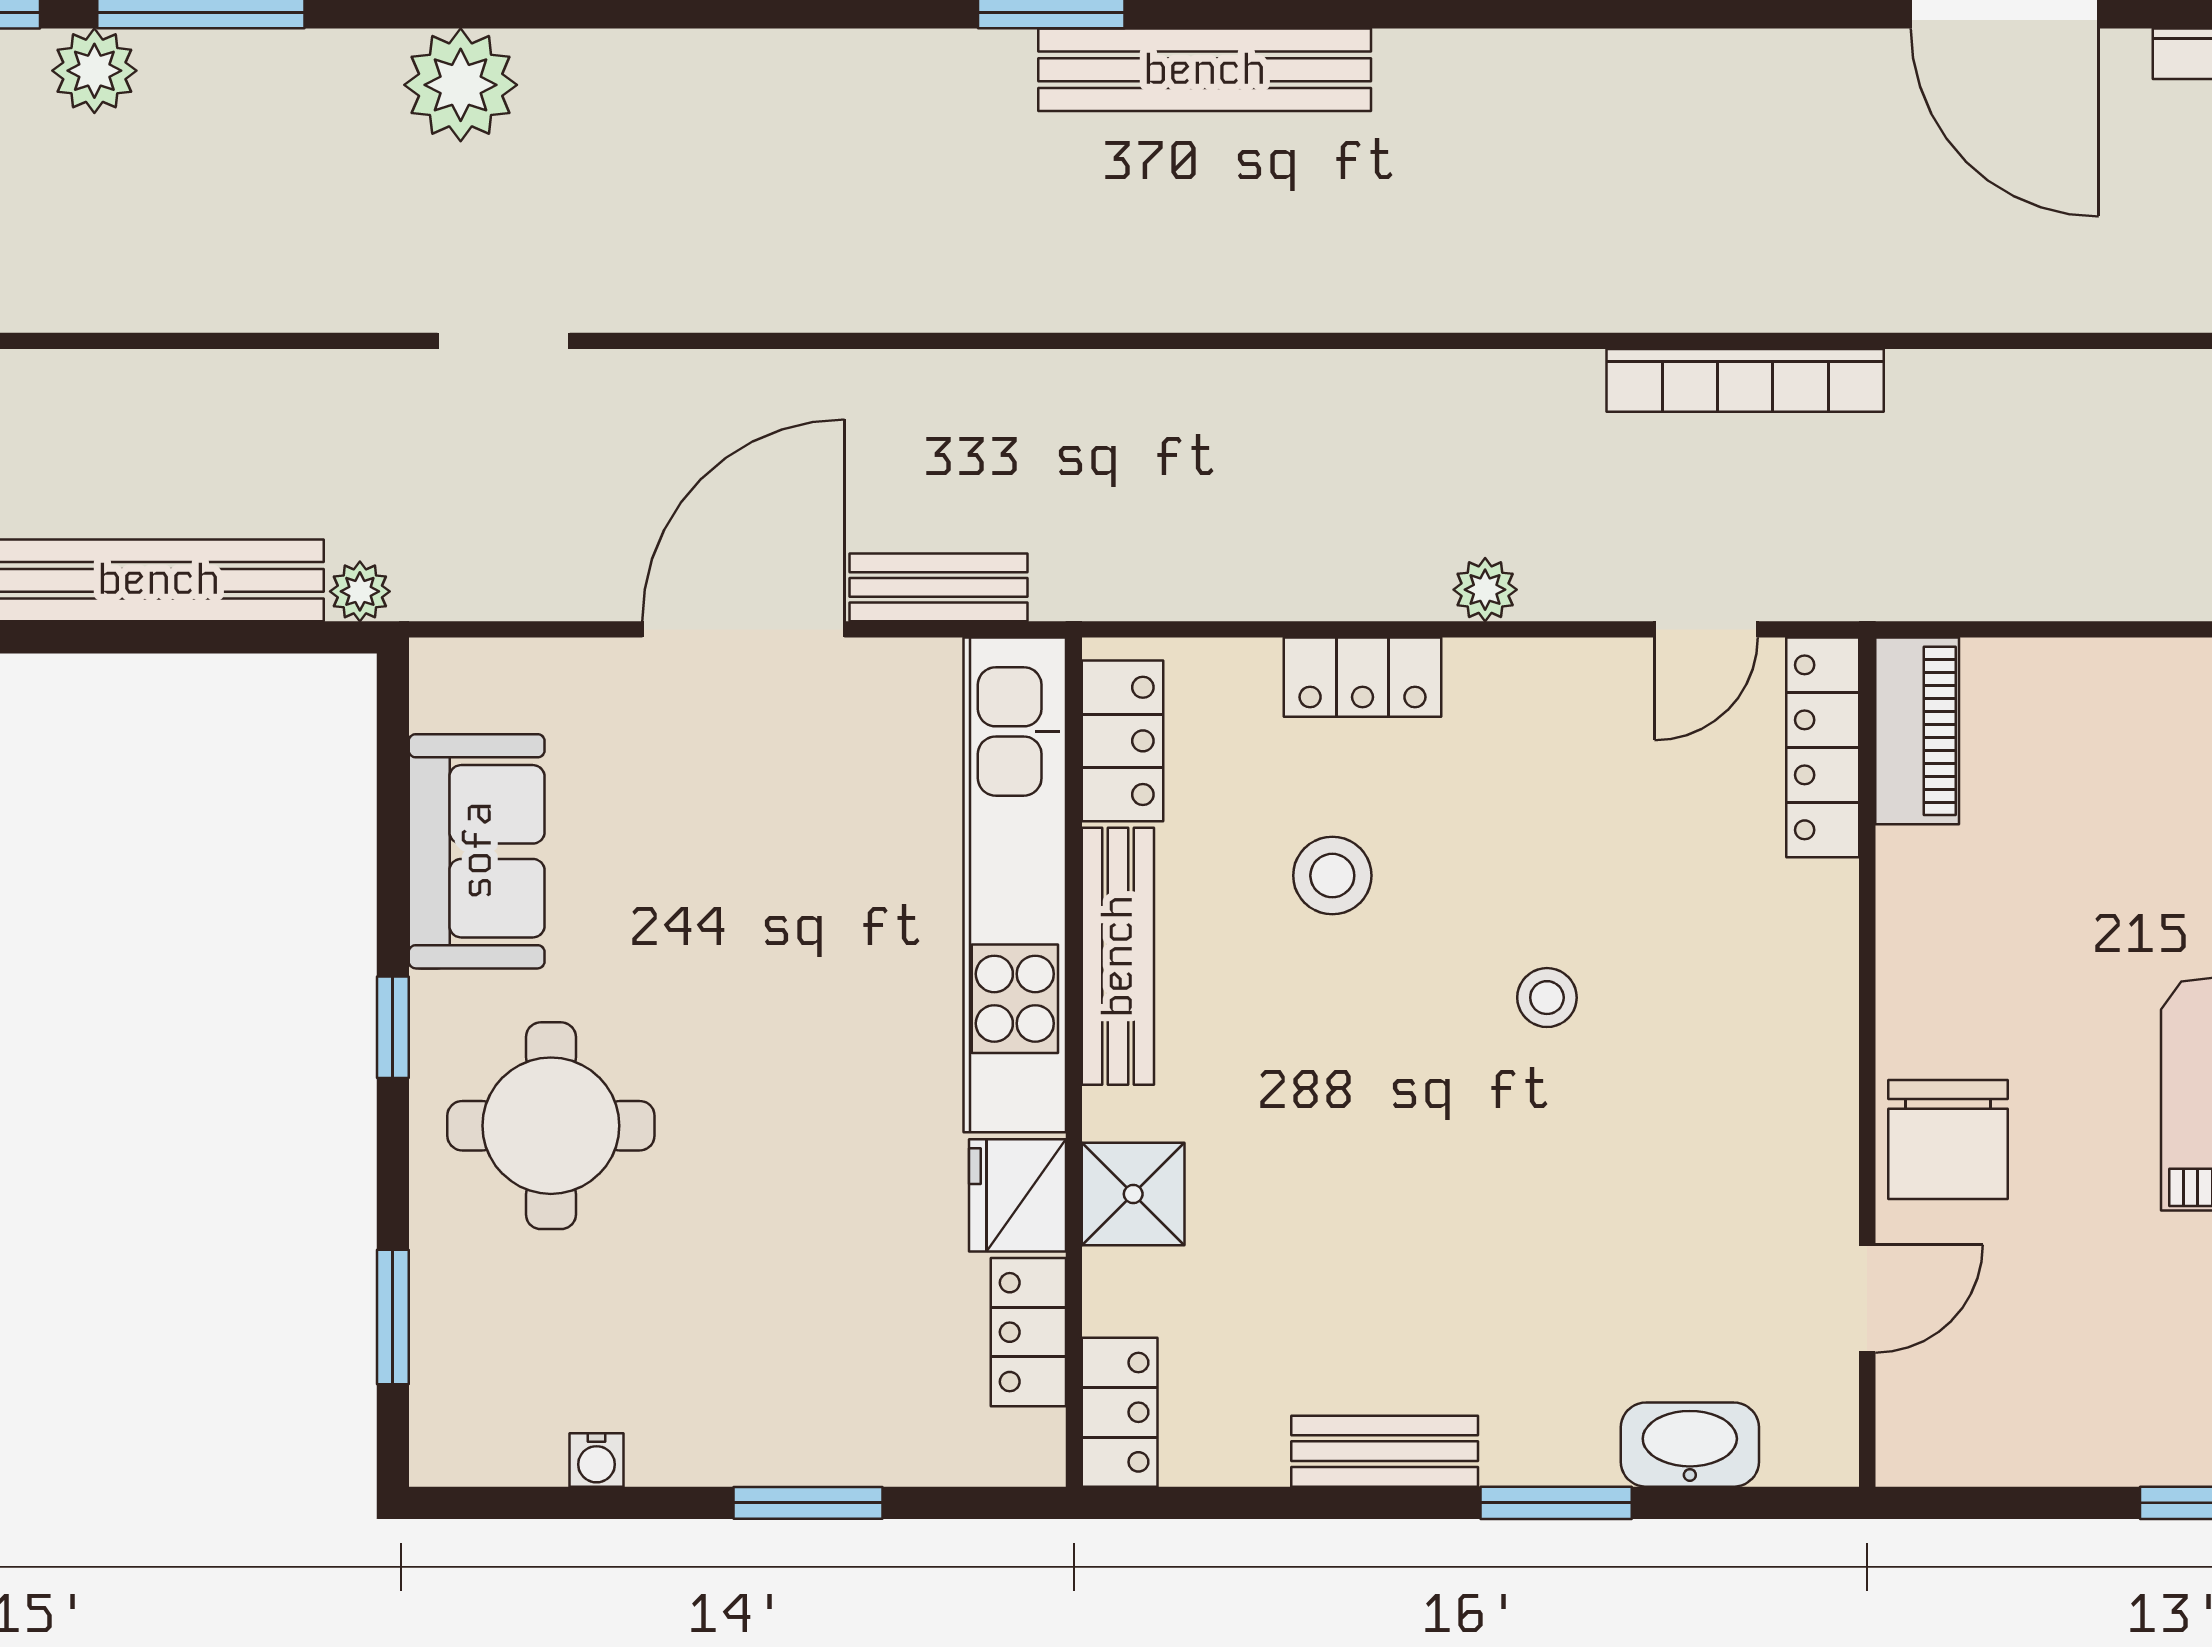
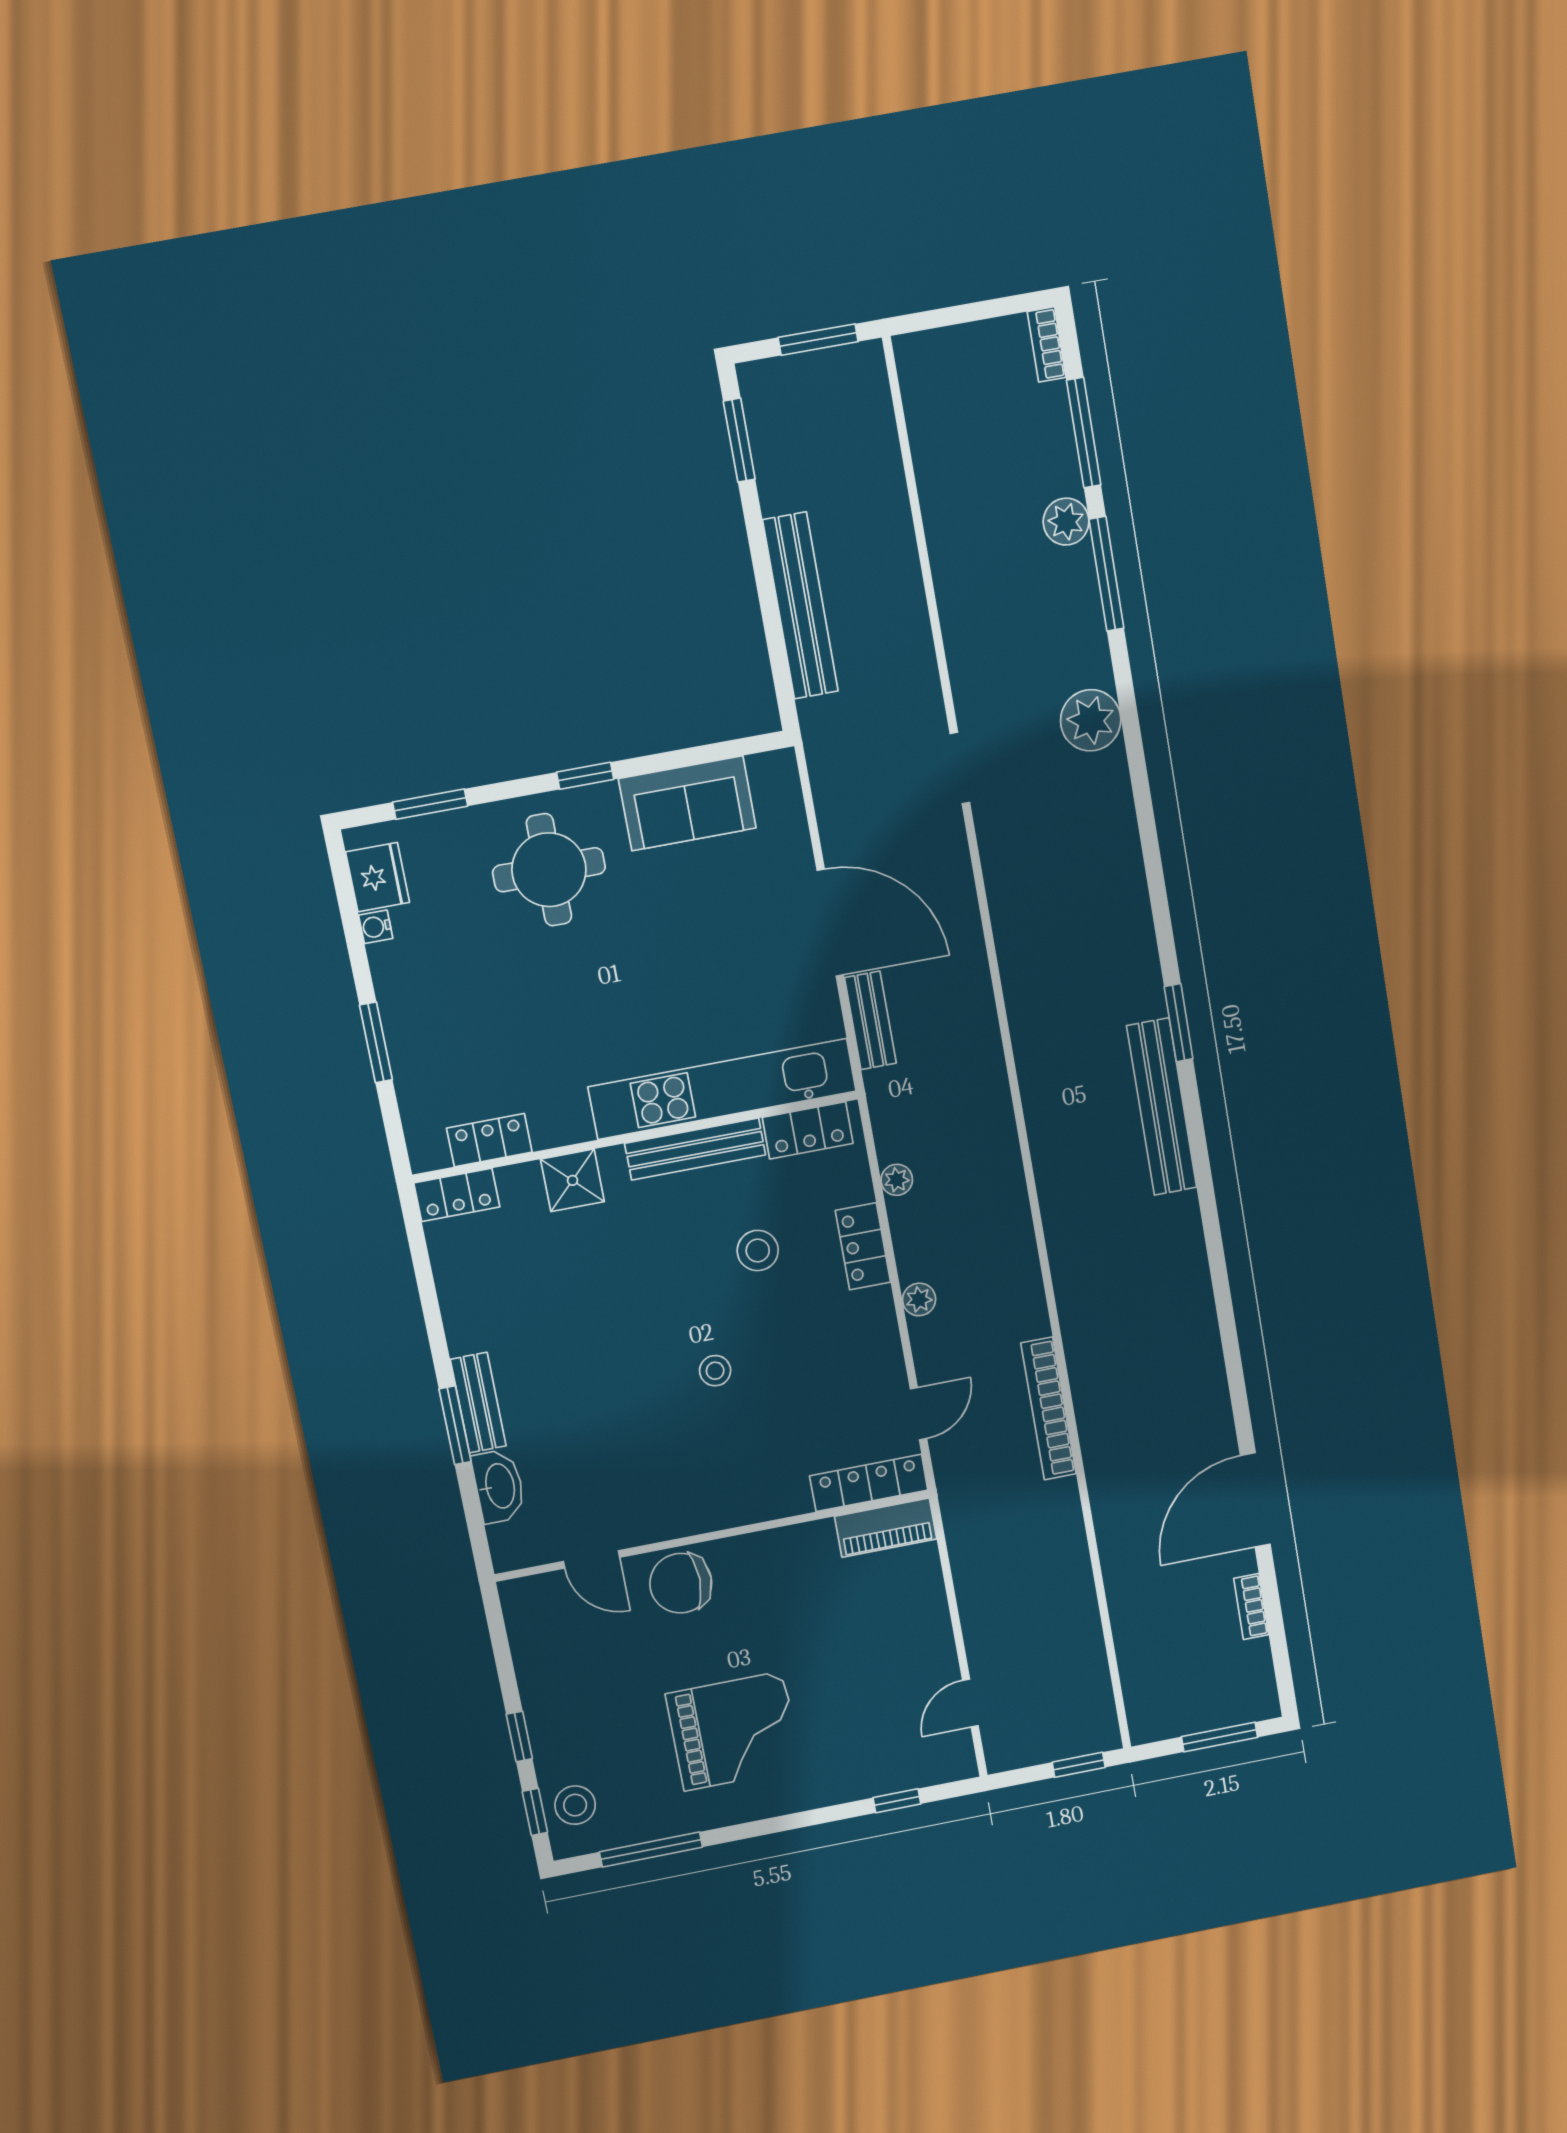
plant: (360, 591) -> (897, 1180), moved
door: (1706, 629) -> (918, 1414), swing flipped
fridge: (1017, 1195) -> (378, 877), moved, turned 90
bench: (1385, 1451) -> (478, 1403), moved

